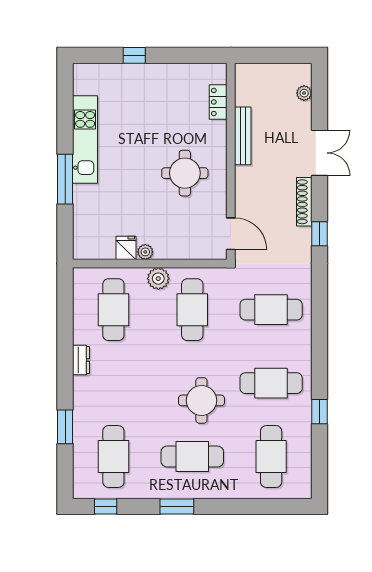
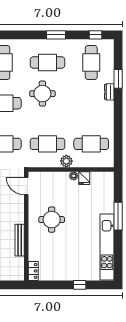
locker: (218, 102) -> (33, 271), moved
kitchen unit: (85, 140) -> (107, 247), width x1.36
cafe table: (113, 310) -> (91, 144), turned 90
cafe table: (192, 310) -> (48, 144), turned 90
dresser: (81, 360) -> (109, 92), moved

